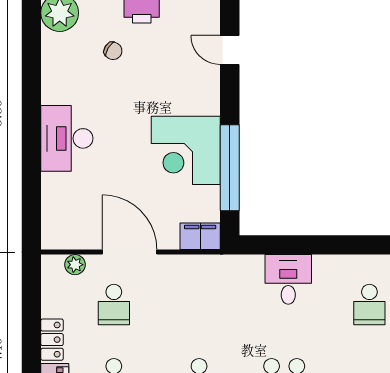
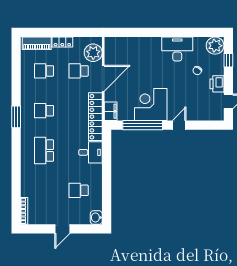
door: (230, 50) -> (179, 125), moved
desk: (67, 138) -> (177, 49), moved
plant: (75, 265) -> (93, 53), width x1.88, depth x1.88
locker: (212, 269) -> (95, 117), added

